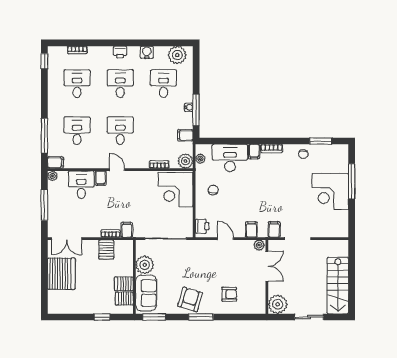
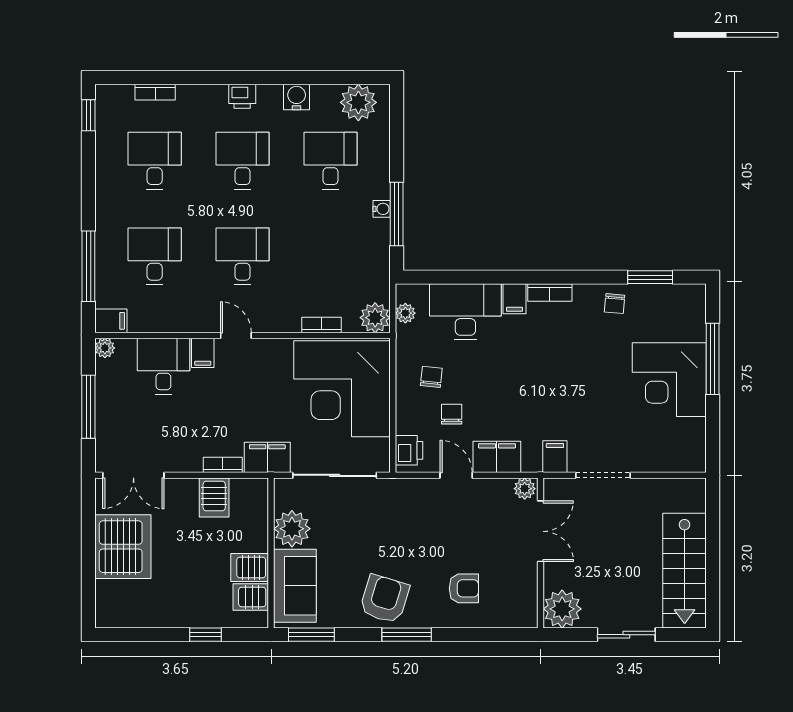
filing cabinet: (185, 135) -> (374, 266), removed
corner desk: (176, 190) -> (342, 389), width x1.36, depth x1.36
chair: (223, 208) -> (452, 414), added
filing cabinet: (251, 229) -> (497, 457), width x2.00
filing cabinet: (127, 230) -> (267, 457), width x2.00

